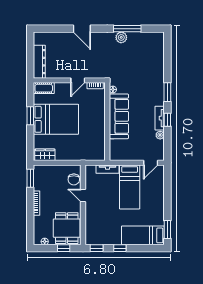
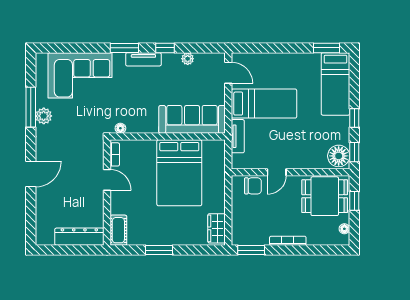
corner sofa: (149, 62) -> (80, 75), added
sofa: (119, 116) -> (192, 119), moved
tv unit: (160, 118) -> (143, 59), moved
bed: (56, 119) -> (179, 173), moved, turned 180
floor lamp: (94, 238) -> (339, 156), added

